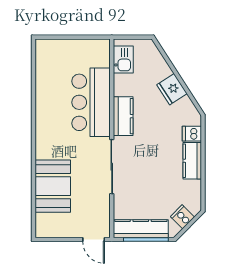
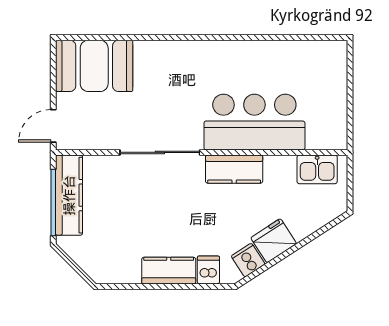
booth: (53, 186) -> (94, 66), moved
cooker: (182, 217) -> (248, 260), moved, turned -78

